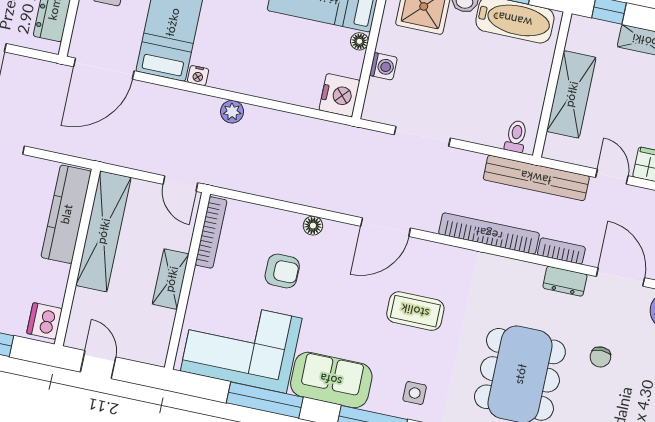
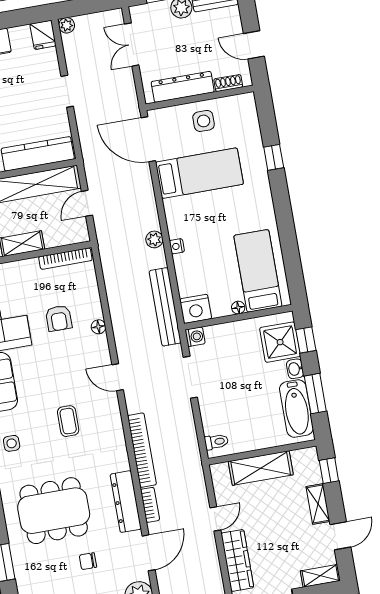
washing machine: (383, 66) -> (195, 337), moved, turned -90
nightstand: (198, 76) -> (177, 246), moved
bench: (536, 178) -> (165, 307), moved
door: (180, 184) -> (87, 203), moved
door: (386, 227) -> (118, 377), width x0.73
dresser: (565, 281) -> (126, 502), width x1.96, depth x1.24
coffee table: (415, 311) -> (68, 421), width x0.73, depth x0.77

